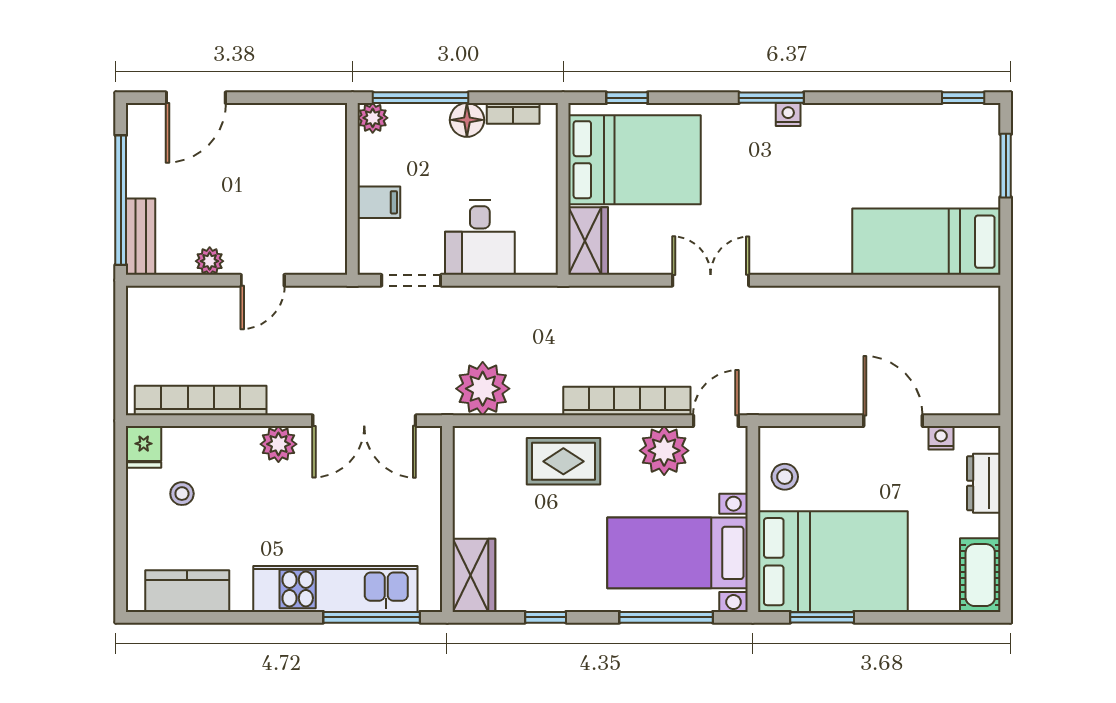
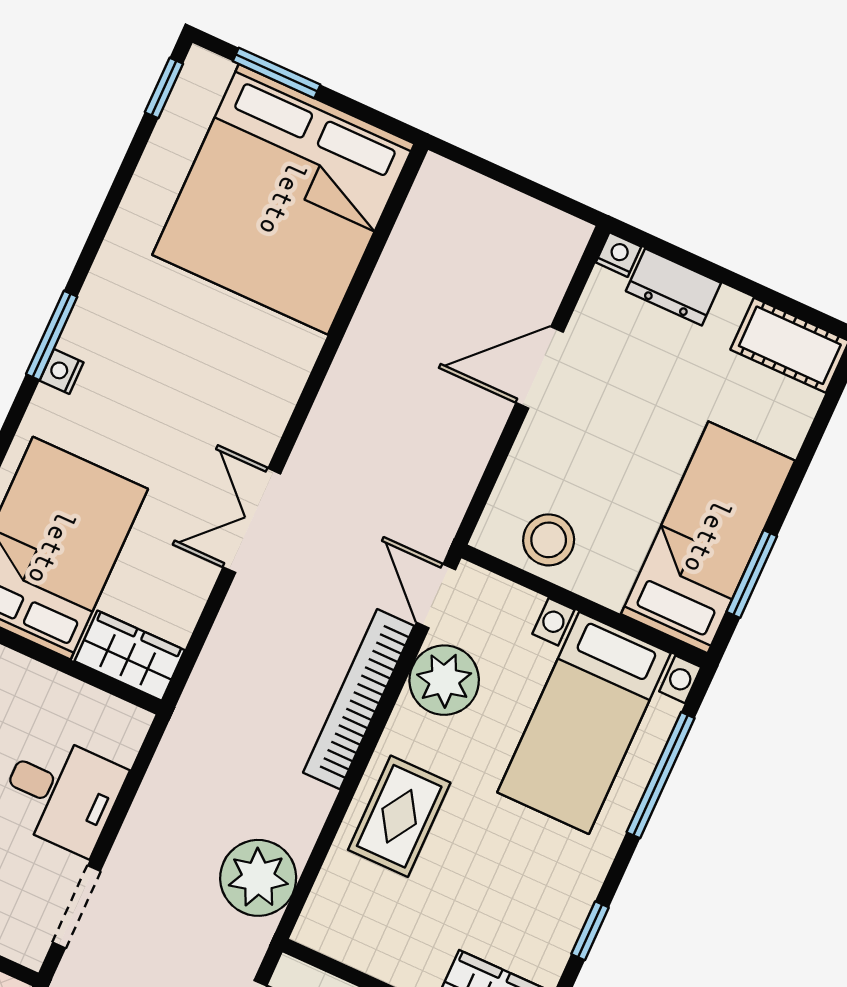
nightstand: (788, 114) -> (62, 371), moved
bed: (926, 242) -> (283, 199), width x2.04
nightstand: (941, 438) -> (618, 255), moved, turned 90
stool: (785, 477) -> (549, 540), width x1.37, depth x1.37
bed: (833, 562) -> (708, 537), width x0.67

